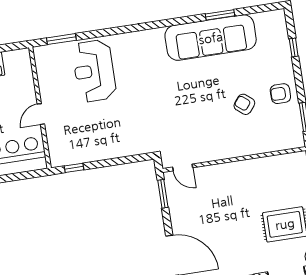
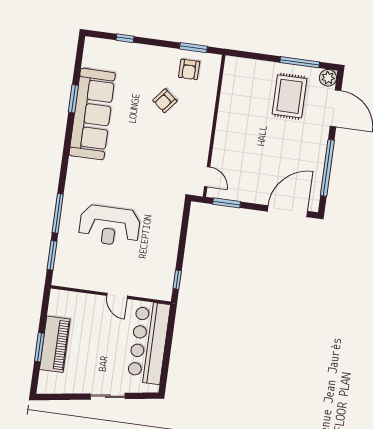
window: (104, 33) -> (58, 213), added
reception desk: (94, 71) -> (109, 226), moved
armchair: (280, 94) -> (189, 69), moved
door: (183, 167) -> (207, 177), hinge flipped

